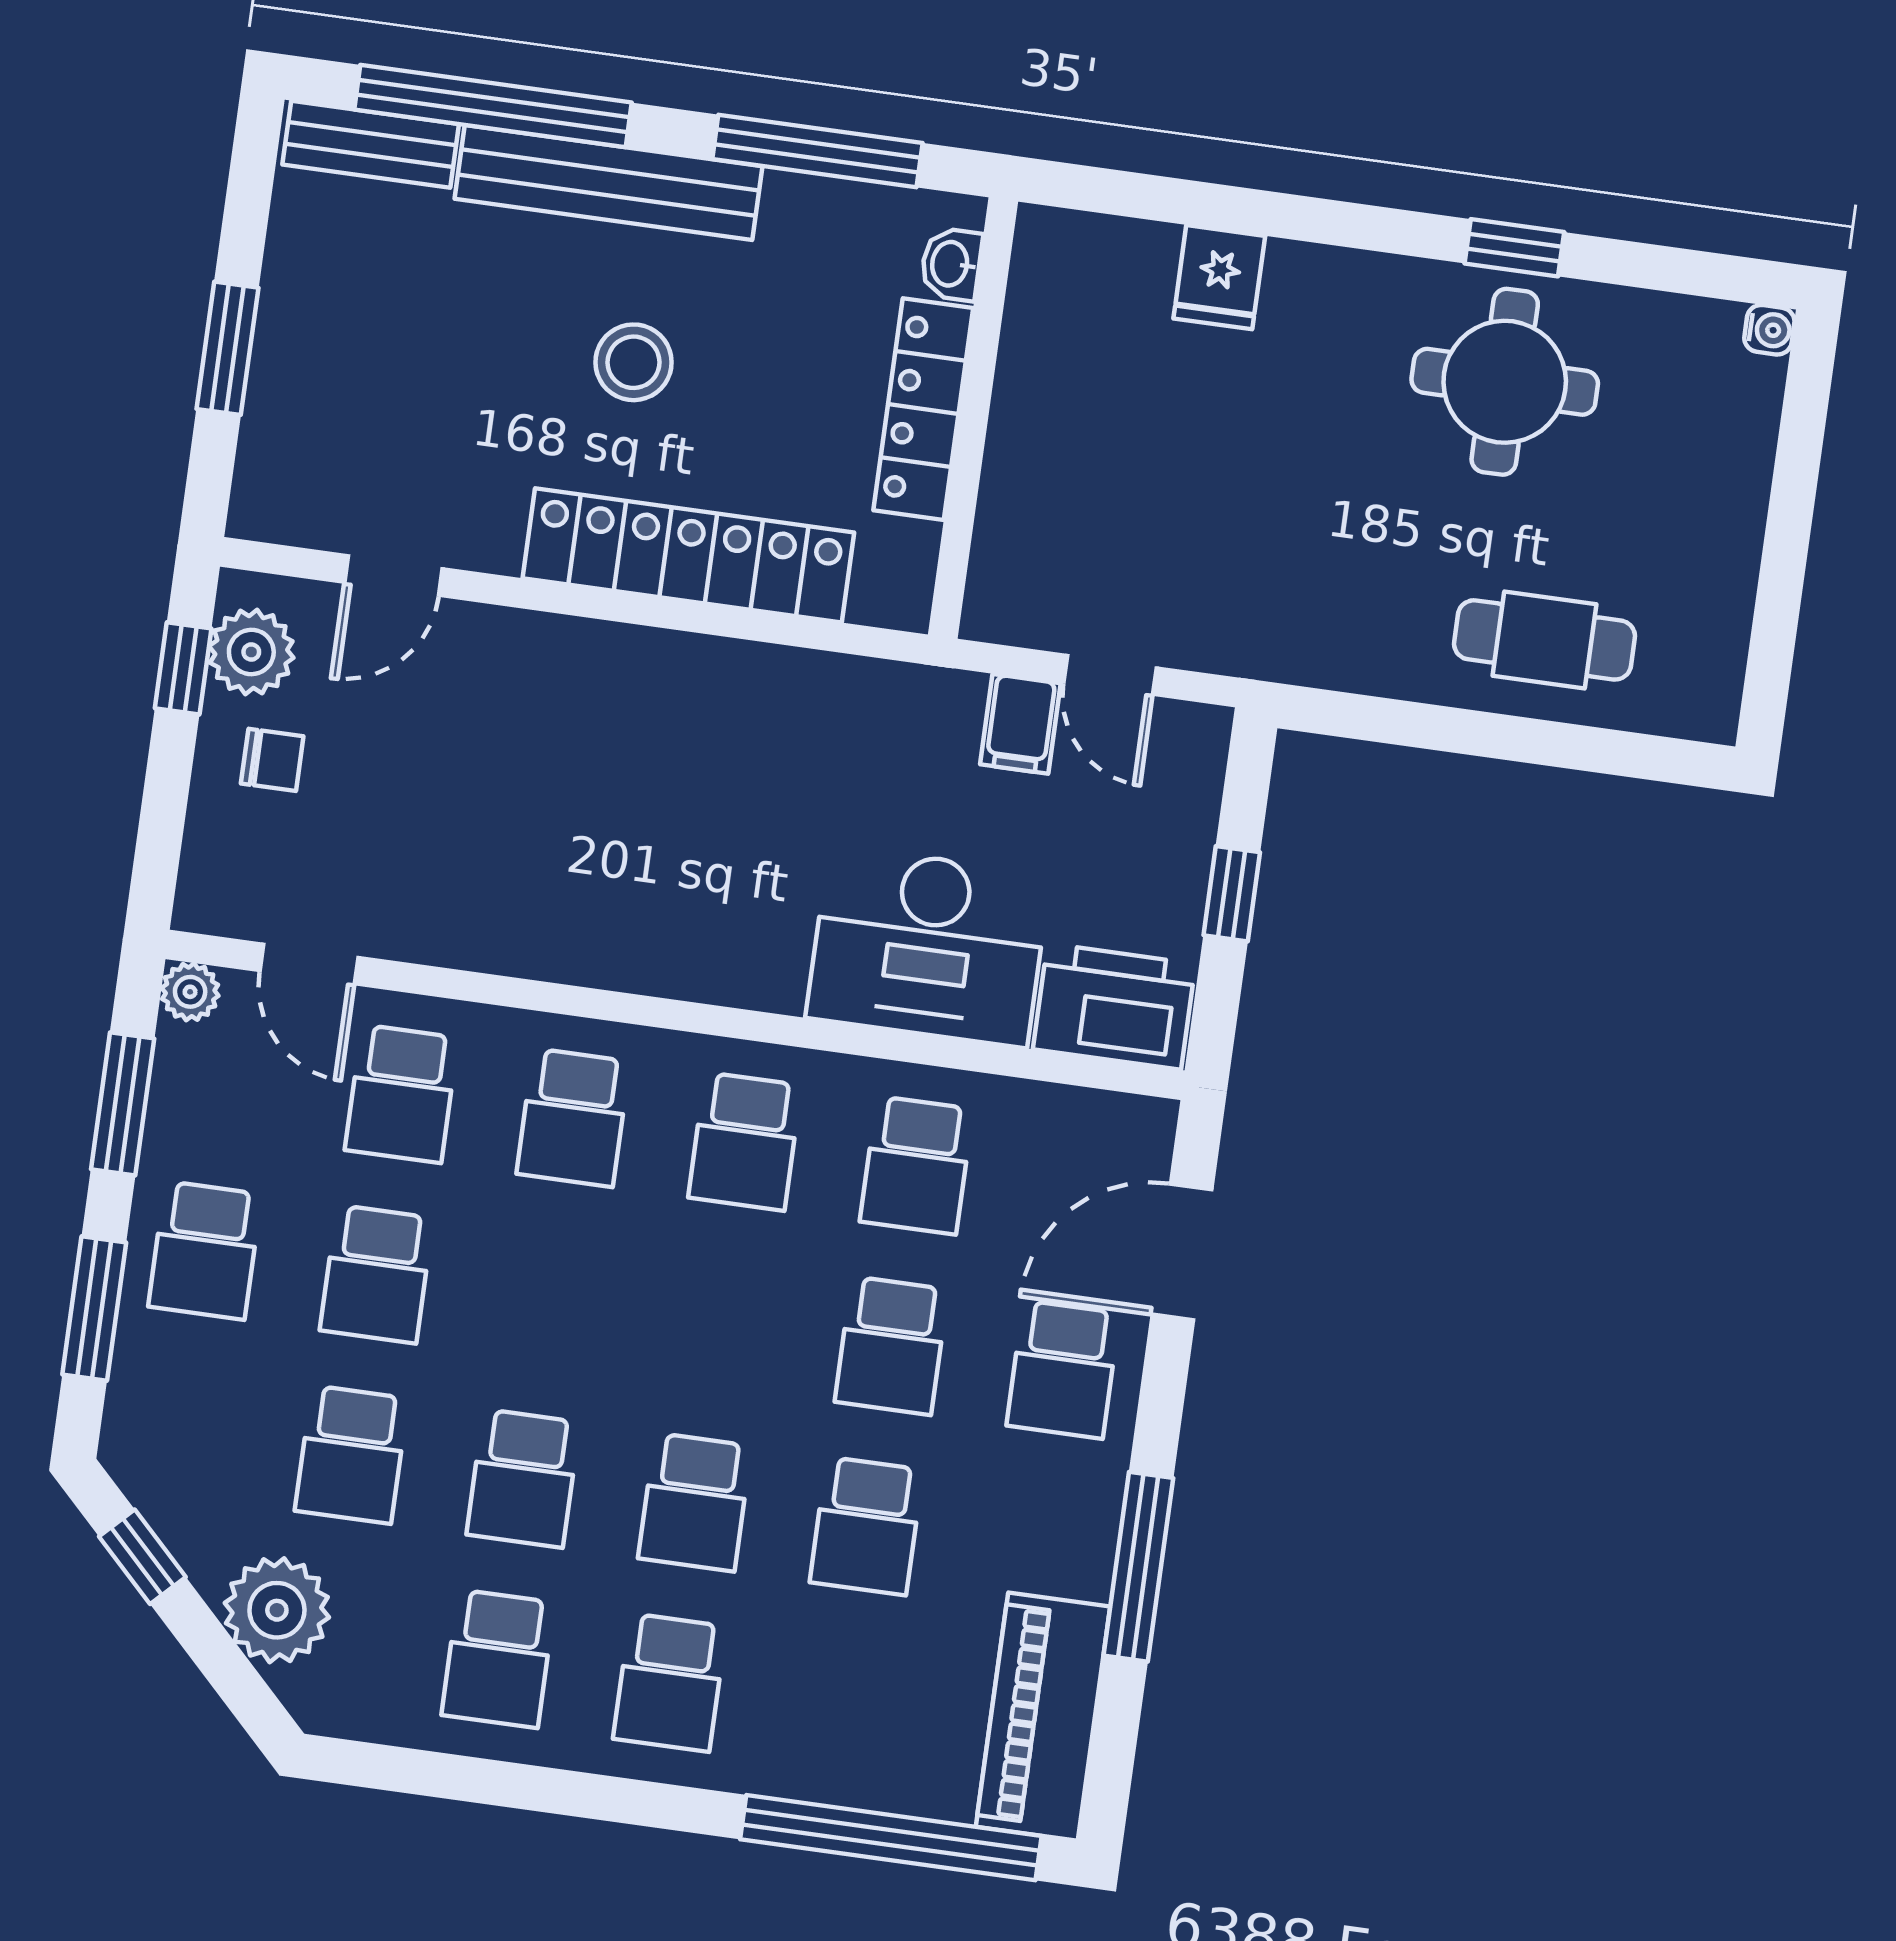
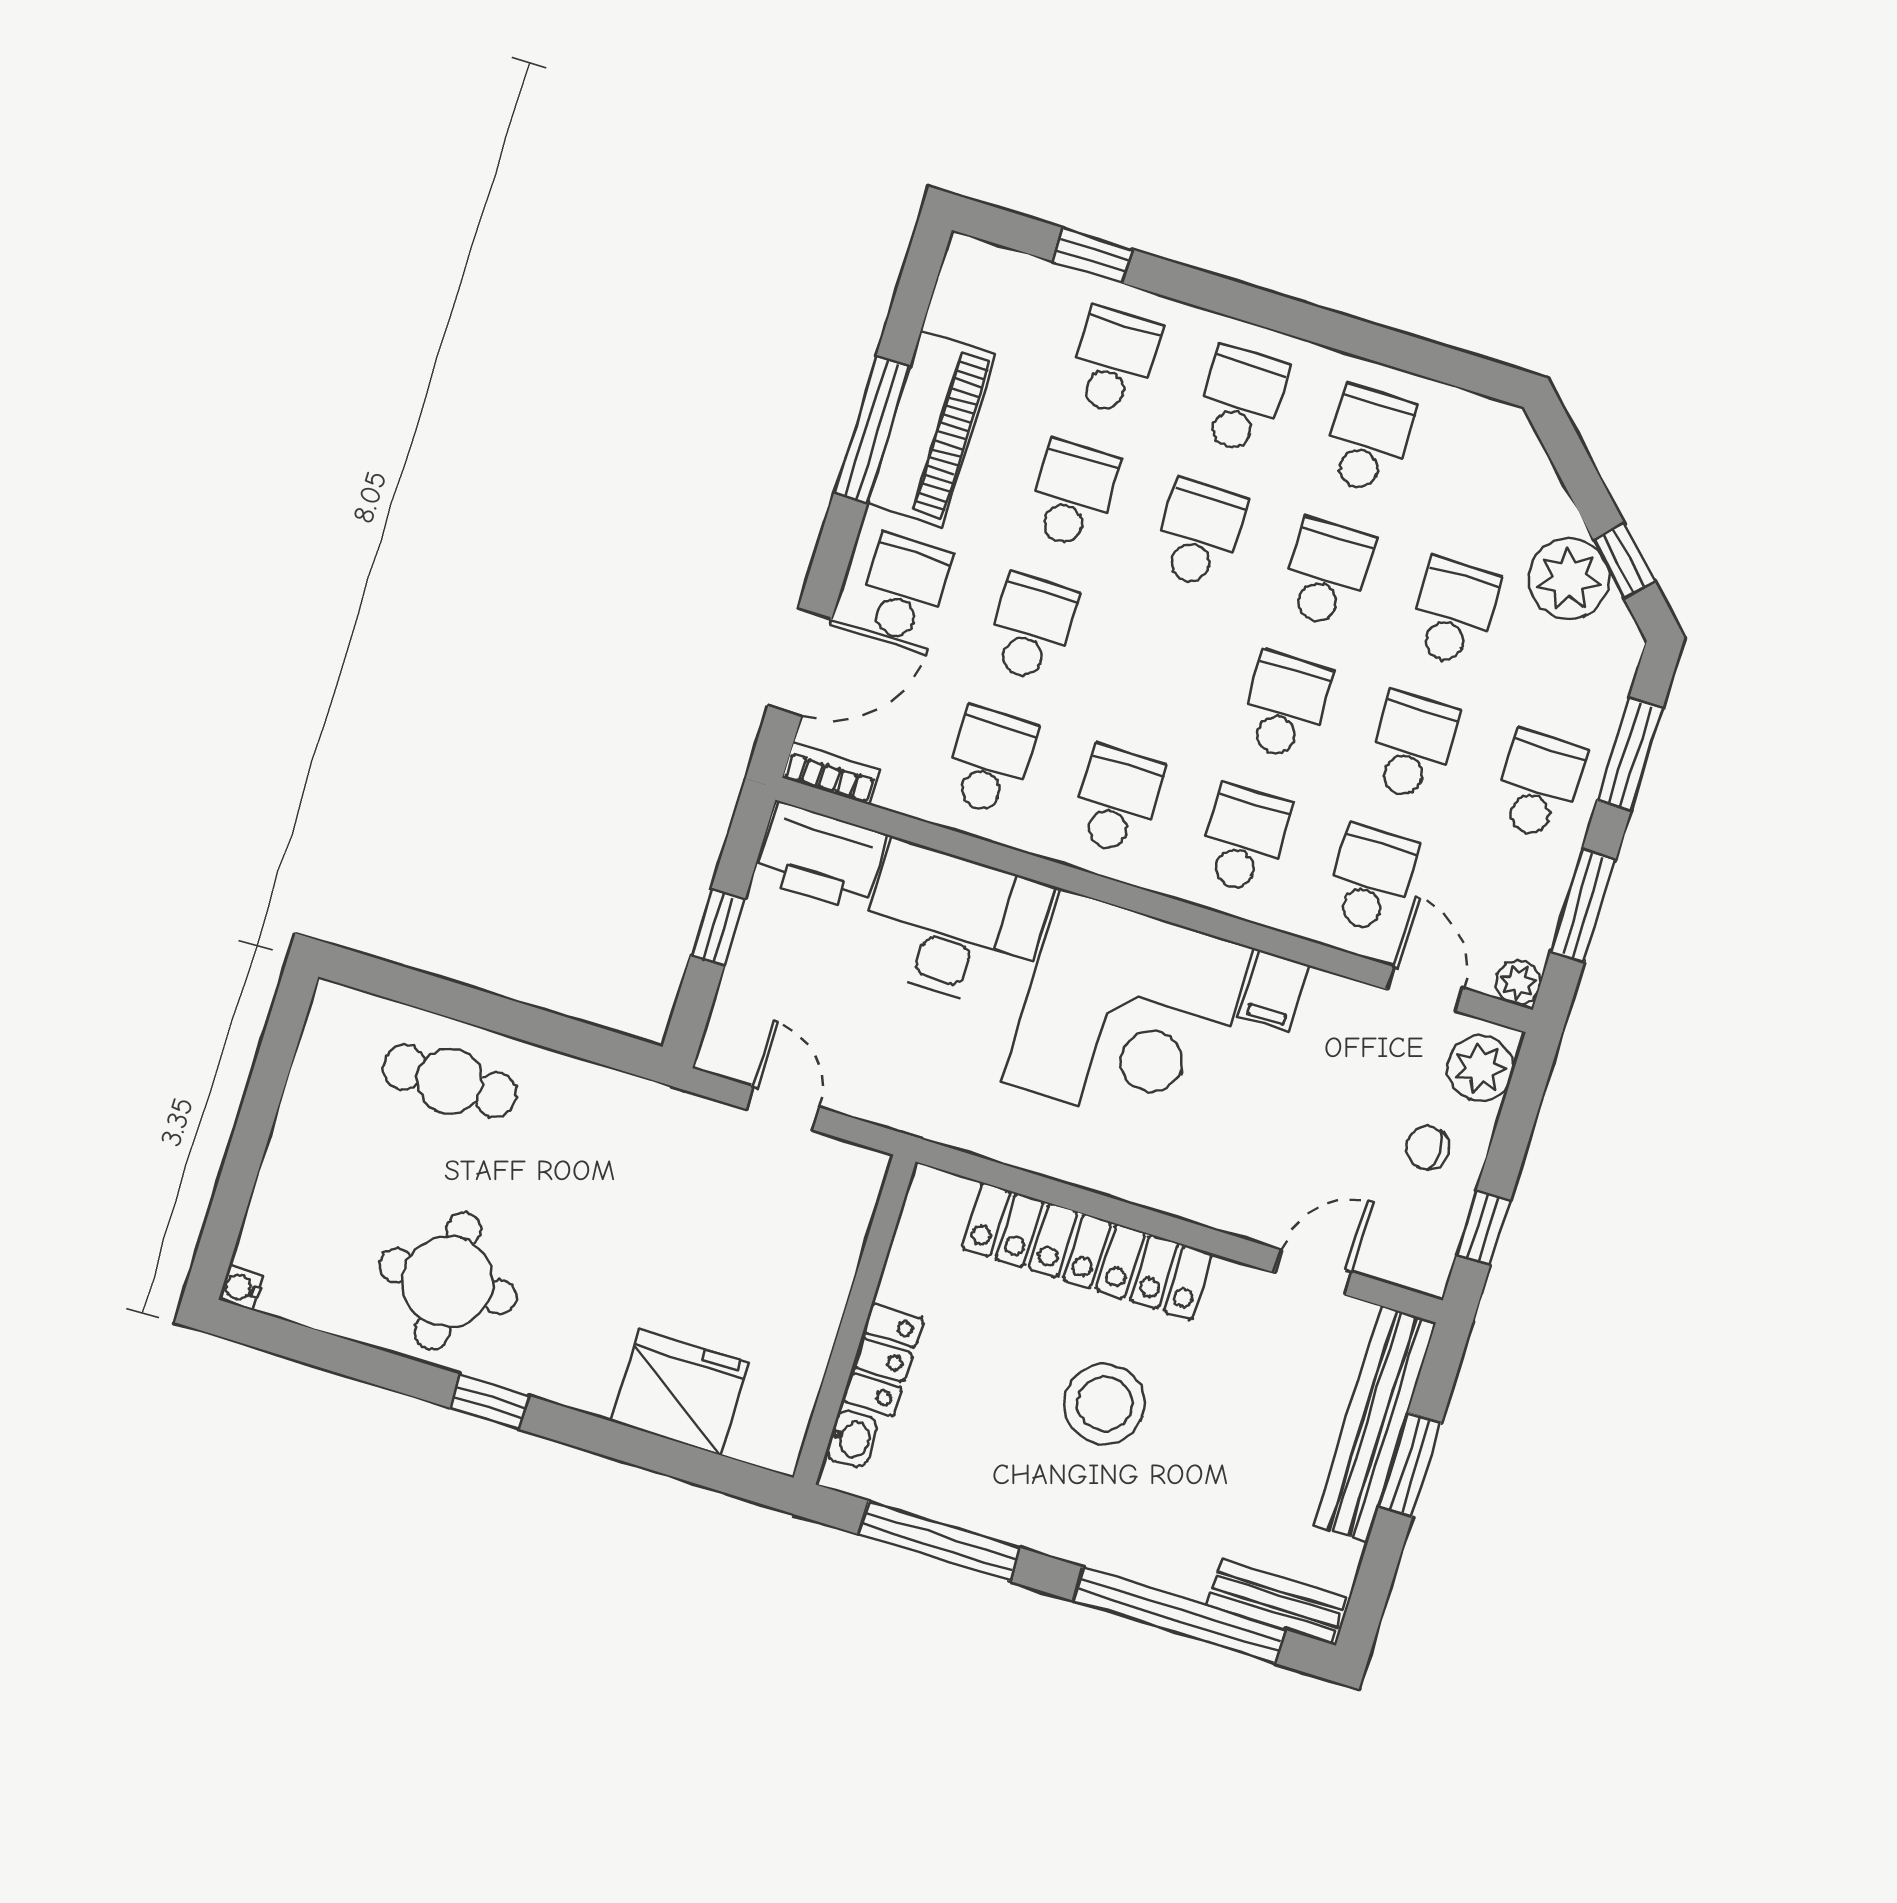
bench: (608, 182) -> (1375, 1424), moved, turned 90
window: (1514, 248) -> (490, 1402), moved
fridge: (1219, 277) -> (680, 1392), width x1.88, depth x1.34
stool: (634, 362) -> (1105, 1404), width x1.38, depth x1.38
locker: (923, 409) -> (883, 1360), width x0.66
plant: (251, 652) -> (1480, 1068), moved
filing cabinet: (1020, 724) -> (1274, 991), moved, turned 180
corner desk: (686, 867) -> (1127, 1015), added
bookcase: (1119, 1115) -> (831, 774), added
school desk: (548, 1298) -> (1285, 706), added
plant: (277, 1610) -> (1569, 579), moved
school desk: (841, 1706) -> (1114, 361), added
piano: (1043, 1717) -> (931, 429), moved
window: (891, 1838) -> (1093, 255), width x0.32

